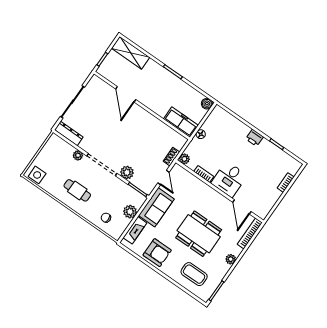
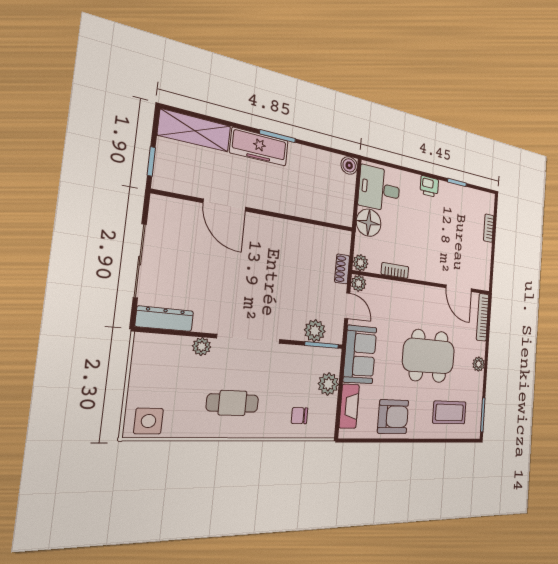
freezer: (181, 122) -> (259, 147), moved, turned 180
floor lamp: (201, 134) -> (369, 223), width x1.89, depth x1.89
plant: (177, 169) -> (359, 283), added
plant: (127, 172) -> (315, 331), moved
desk: (229, 179) -> (379, 189), moved, turned 90

